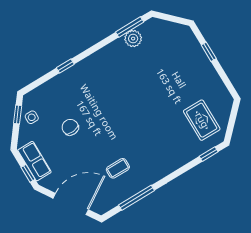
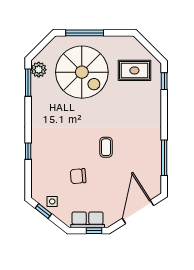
plant: (133, 39) -> (39, 70), moved
window: (209, 52) -> (85, 33), width x2.17
spiral stairs: (170, 72) -> (82, 72), added
coffee table: (118, 168) -> (106, 147), moved

